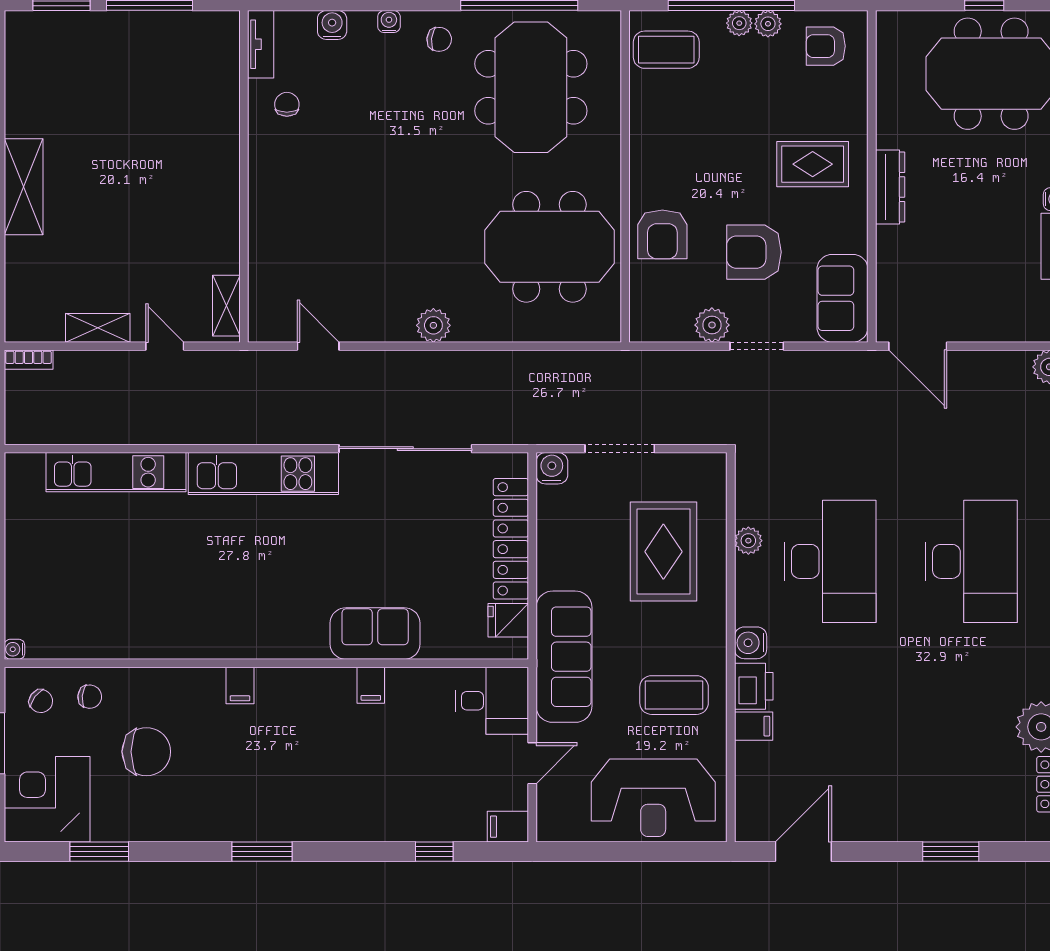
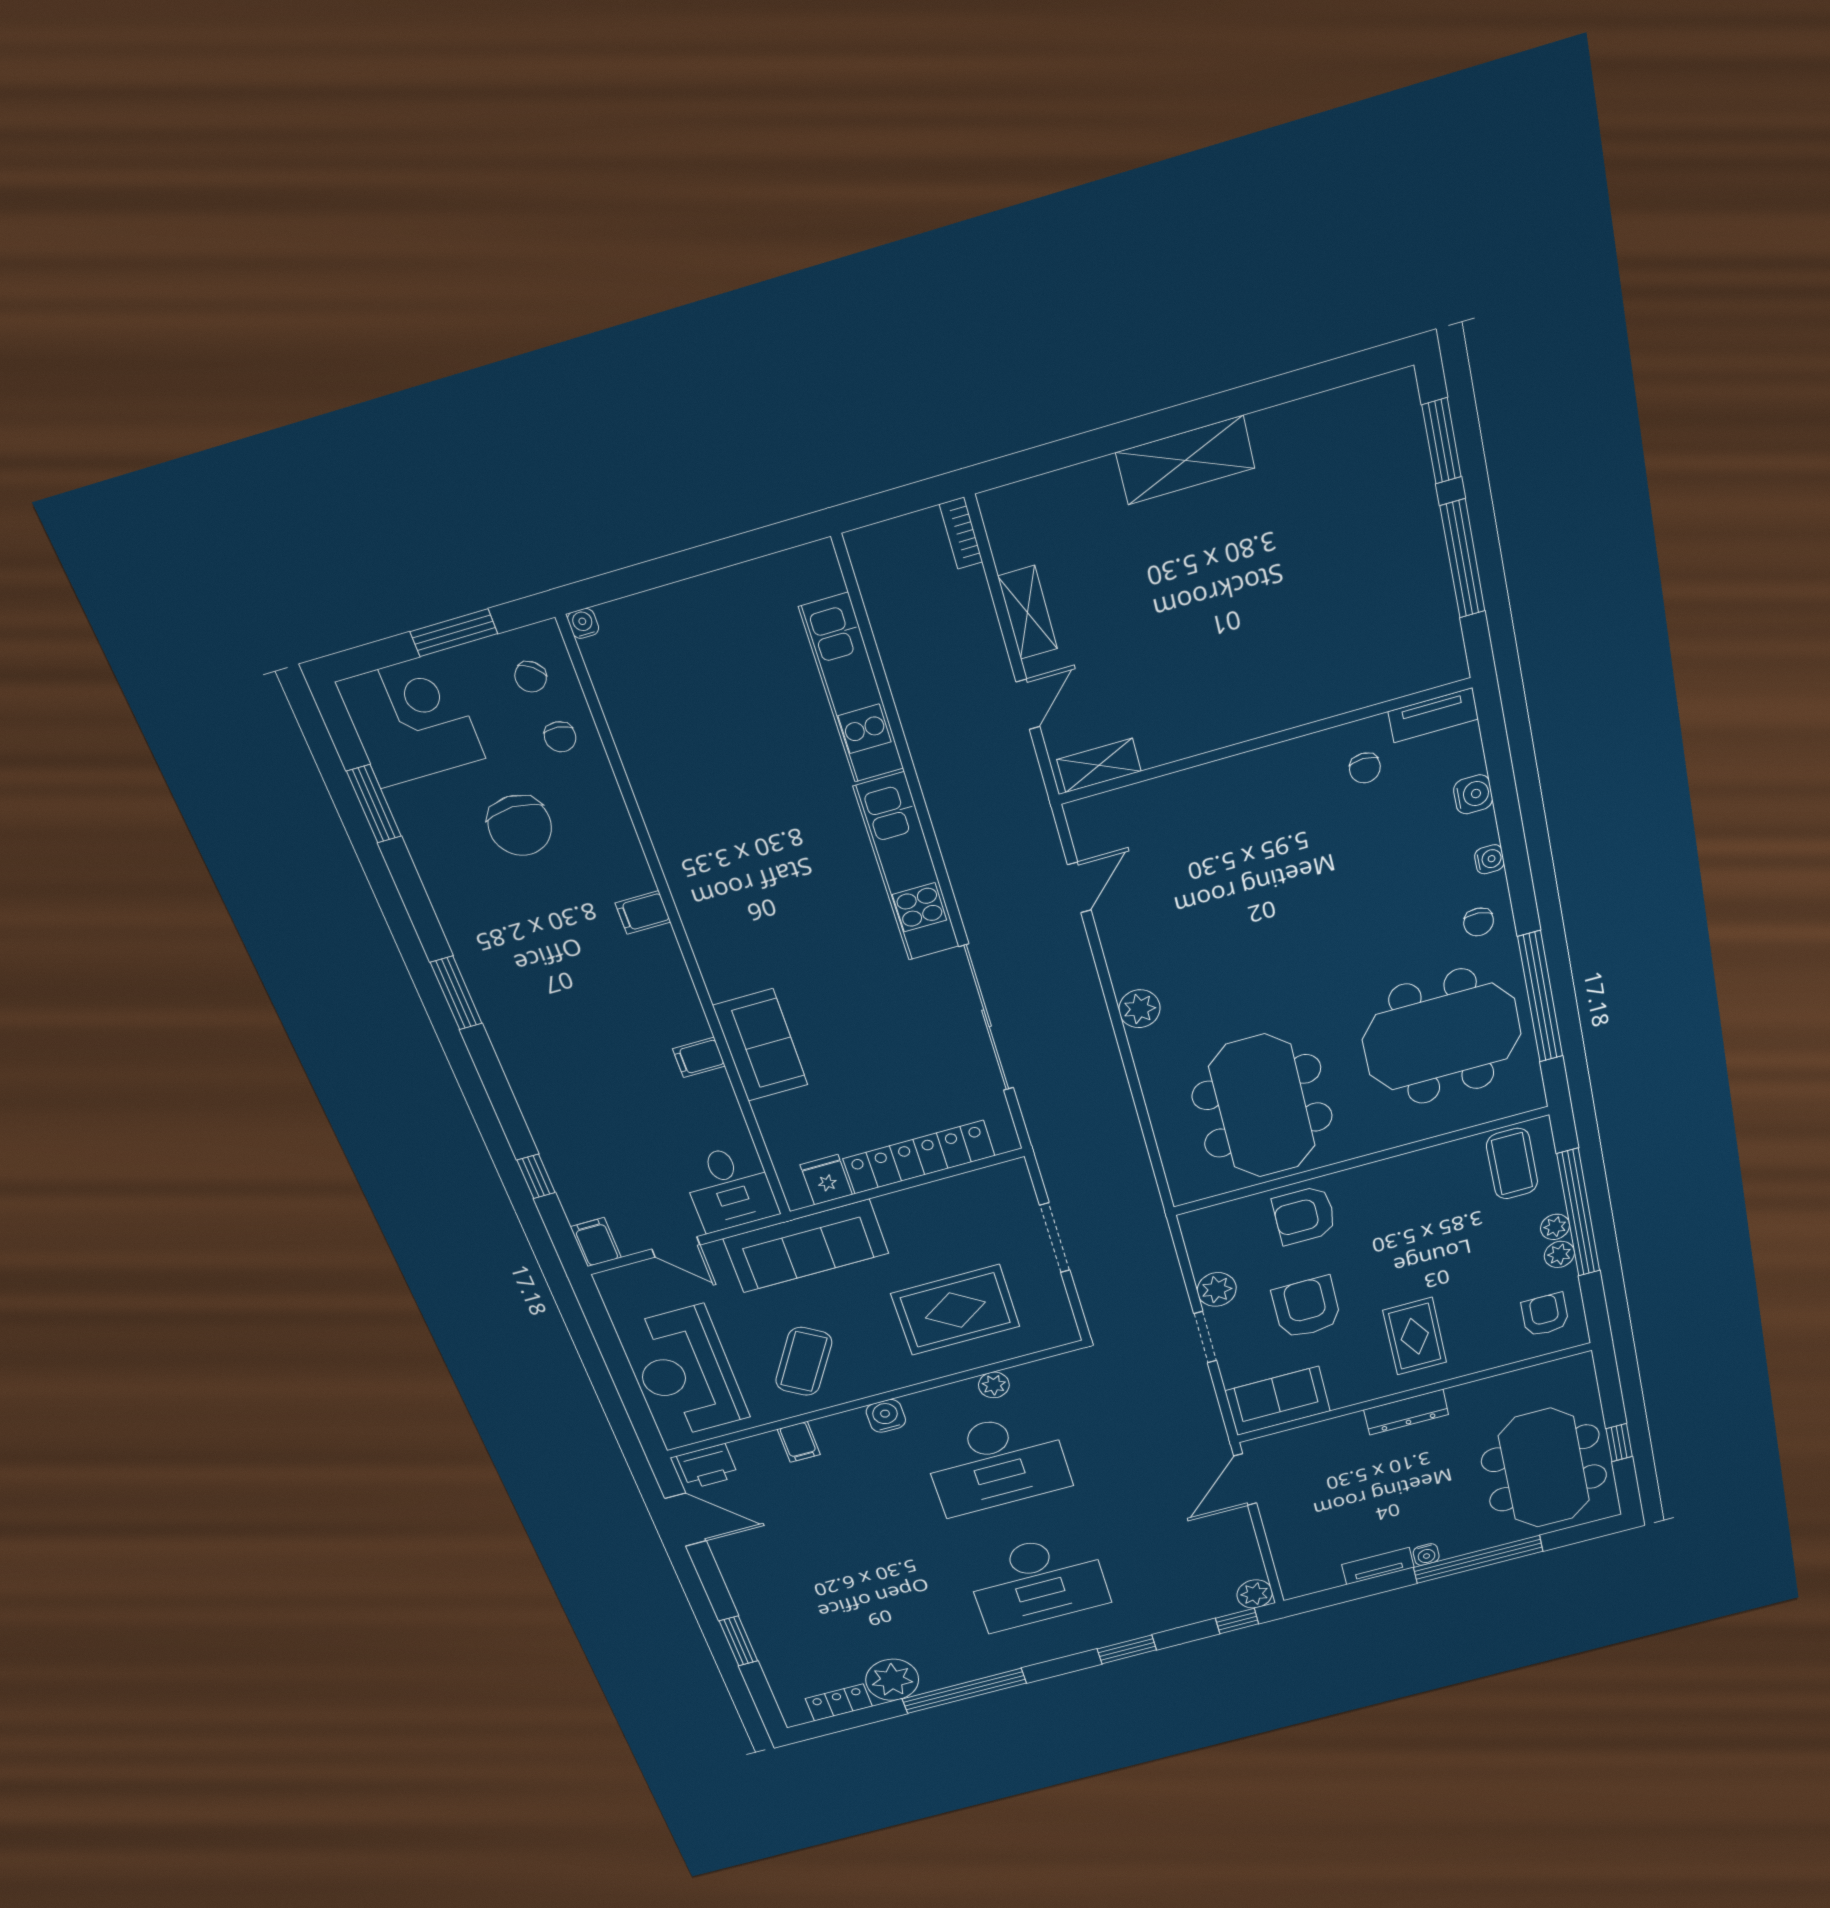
chair: (287, 104) -> (1365, 768), turned 90
water cooler: (552, 468) -> (1012, 1177), removed
printer: (754, 686) -> (707, 1466), moved
coffee table: (674, 695) -> (804, 1361), turned 32

